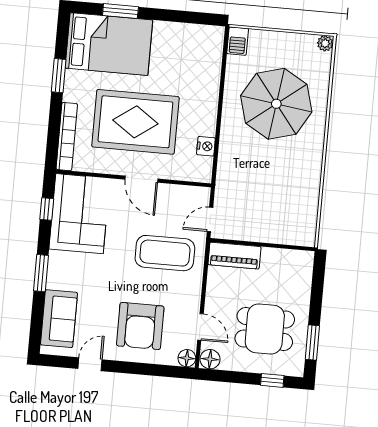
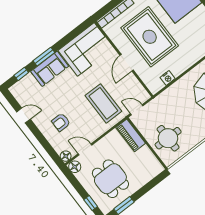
window: (47, 209) -> (21, 74), moved
round table: (280, 213) -> (168, 138), added
sofa: (59, 319) -> (50, 69), moved
armchair: (140, 326) -> (61, 122), width x0.53, depth x0.53
door: (200, 327) -> (85, 149), swing flipped

